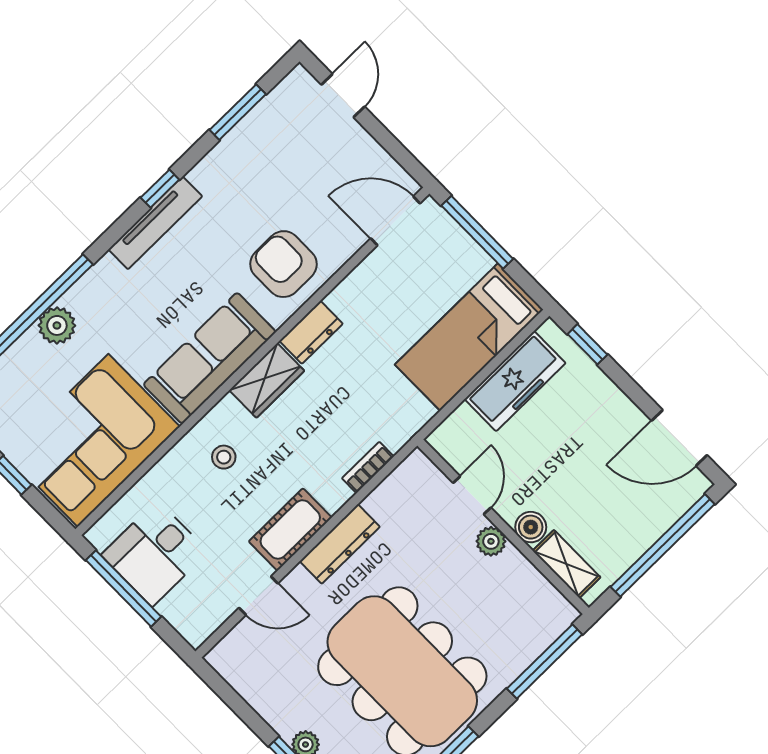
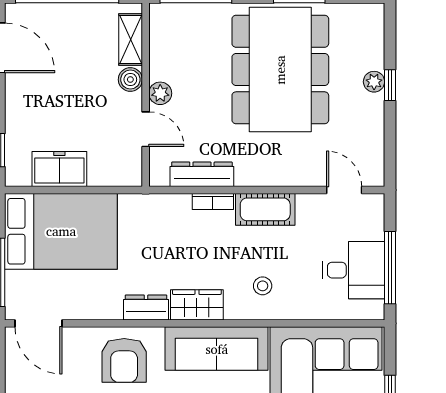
bed: (469, 337) -> (61, 231), width x1.50
freezer: (515, 381) -> (59, 169), width x0.71
bookcase: (368, 467) -> (213, 201), moved
door: (472, 495) -> (146, 129), swing flipped
dresser: (340, 544) -> (202, 174), moved
door: (258, 596) -> (344, 190), moved

